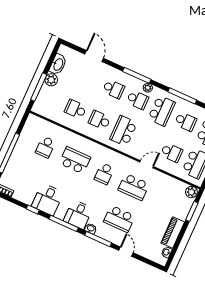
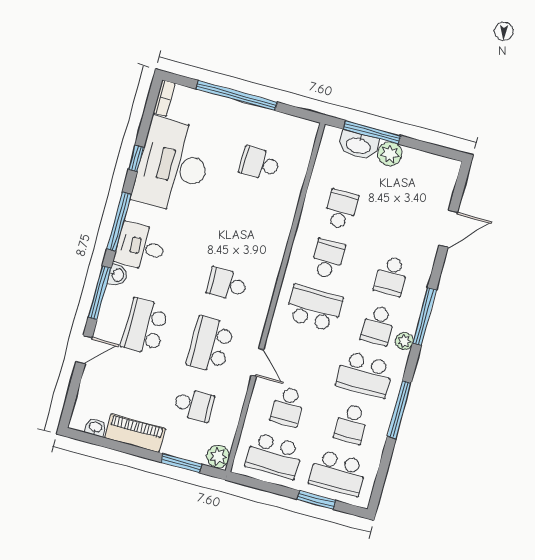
washbasin: (58, 64) -> (358, 145), moved
school desk: (75, 160) -> (194, 405), moved, width x0.54
desk: (47, 199) -> (173, 166), width x1.87, depth x1.30

